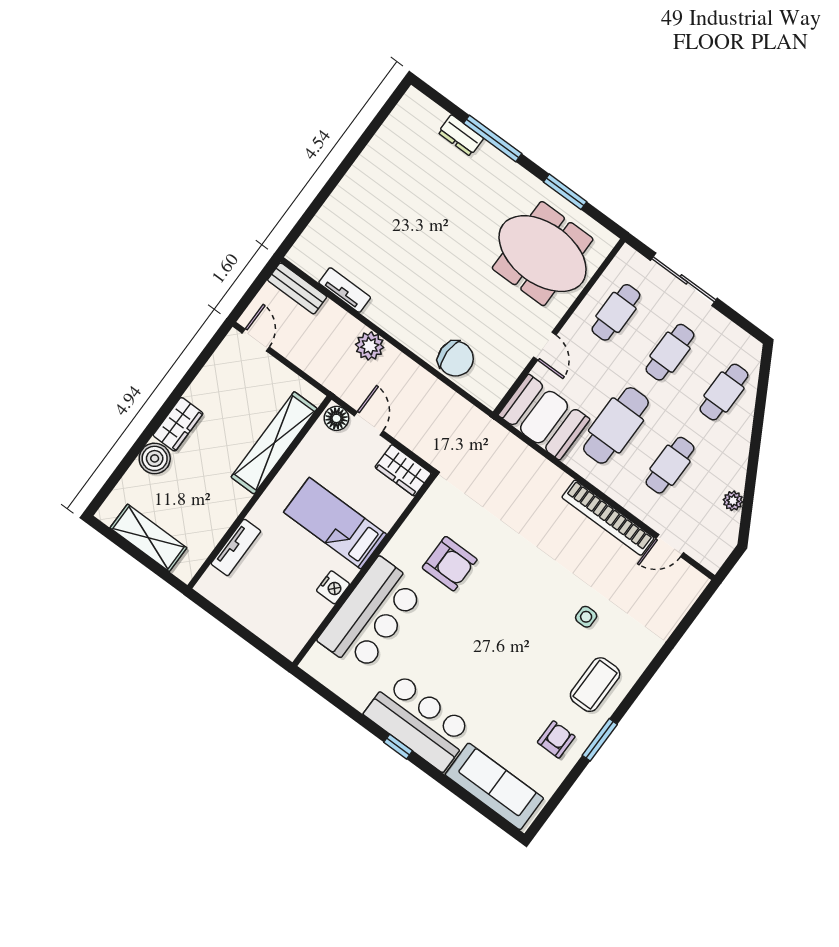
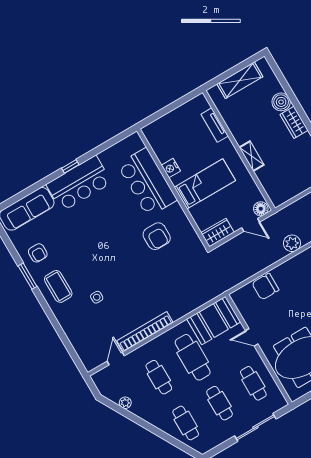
shelving: (274, 443) -> (252, 156), width x0.45, depth x0.75
armchair: (450, 564) -> (157, 236), turned -90

